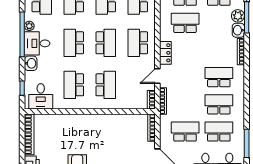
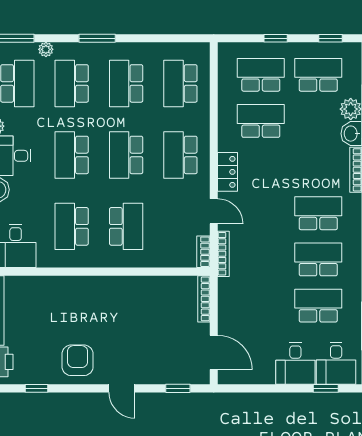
school desk: (106, 43) -> (126, 155), turned 180
door: (157, 76) -> (214, 211), swing flipped
school desk: (185, 131) -> (261, 306), removed

